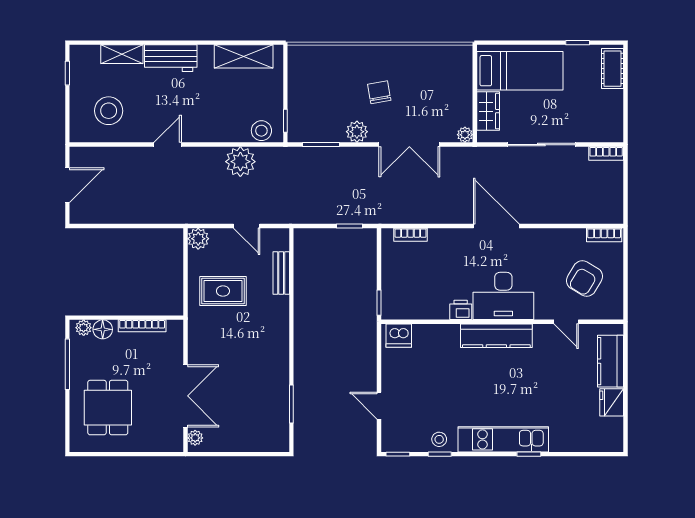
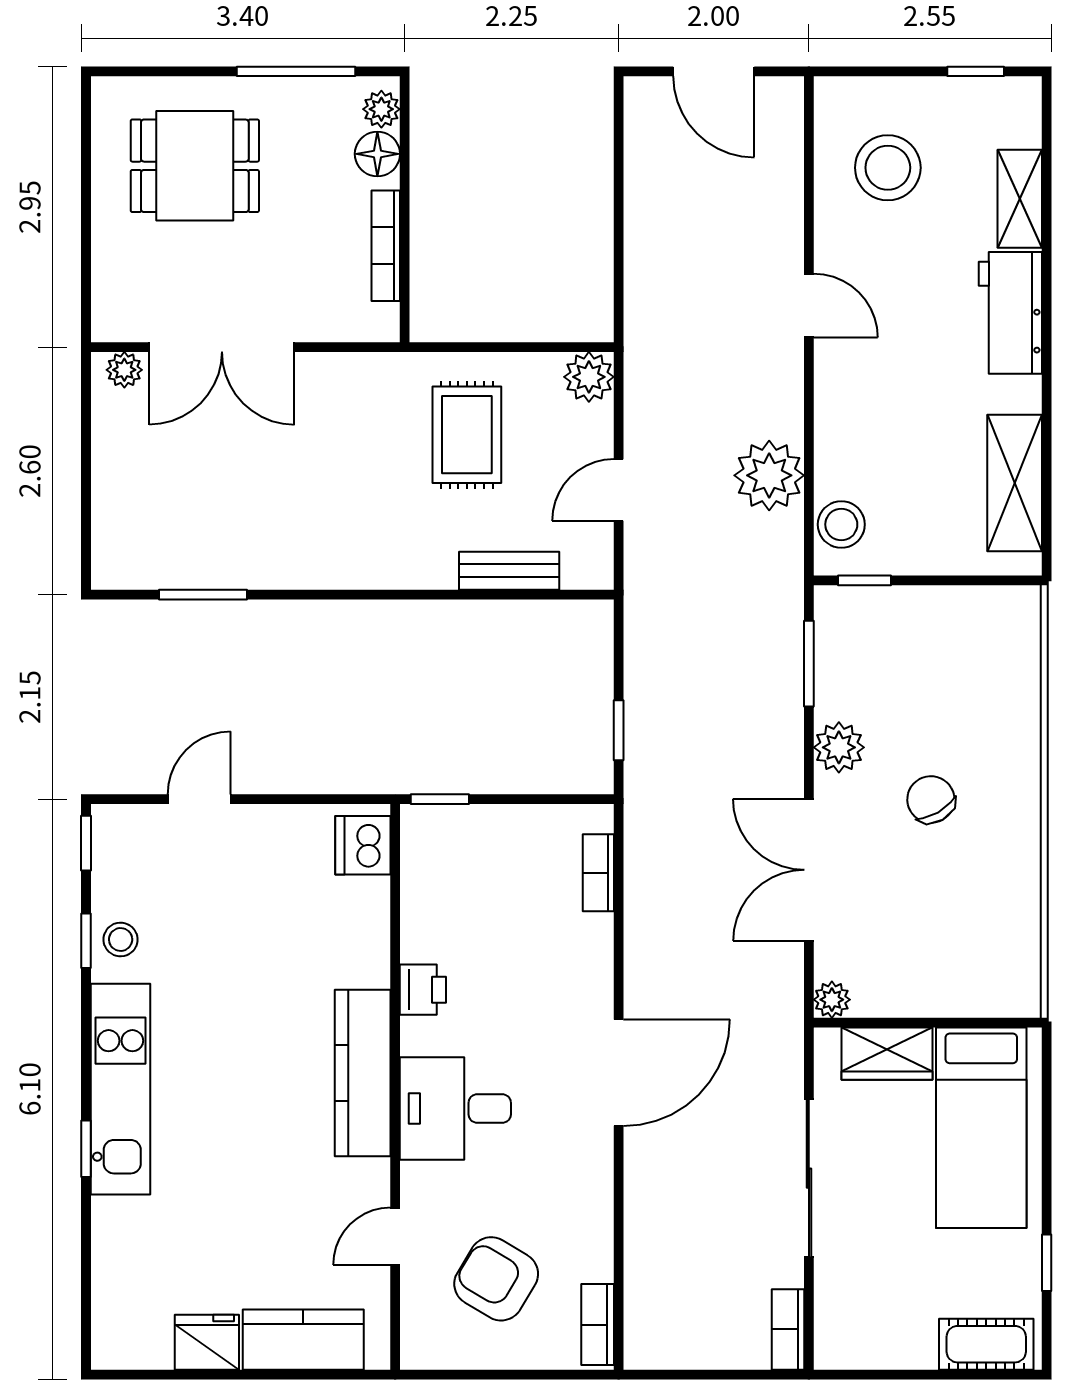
chair: (379, 92) -> (931, 799), turned -110
desk: (503, 296) -> (455, 1109), width x0.73

